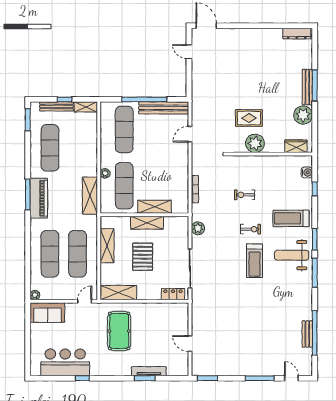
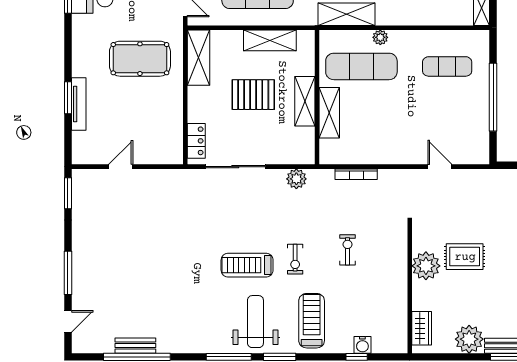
bench: (164, 108) -> (480, 127), removed
rug: (249, 118) -> (465, 257), turned 90
exercise mat: (124, 129) -> (447, 66), width x0.73, depth x0.69
water cooler: (307, 172) -> (362, 345), moved

